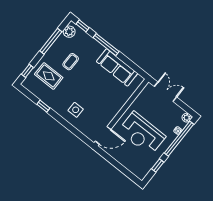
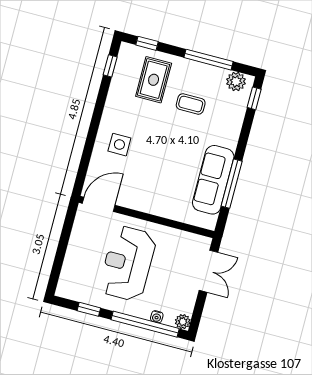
window: (106, 45) -> (232, 184), moved
window: (43, 106) -> (110, 66), moved
door: (103, 135) -> (99, 204), swing flipped

